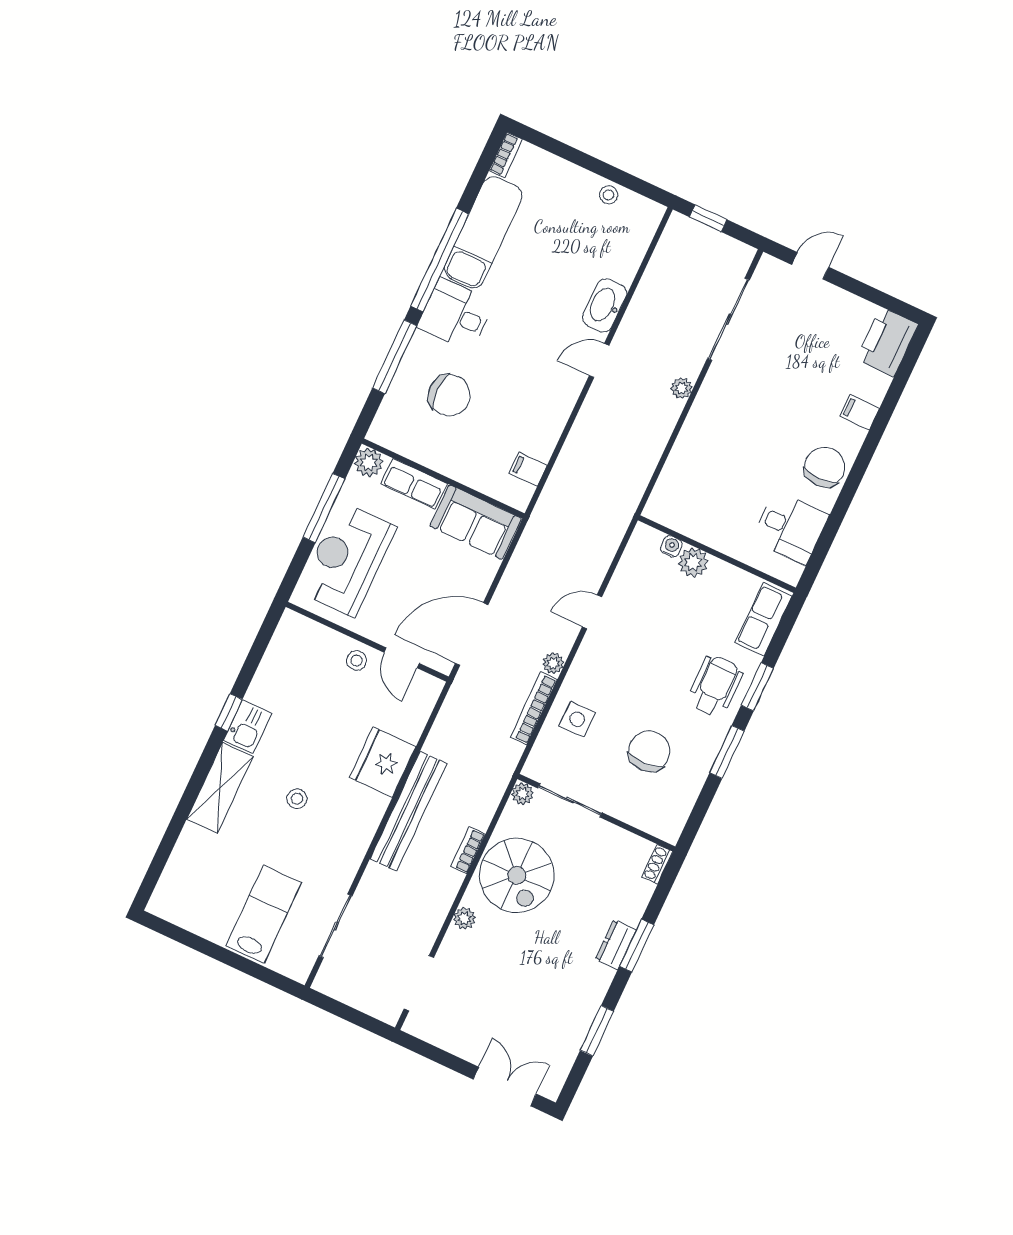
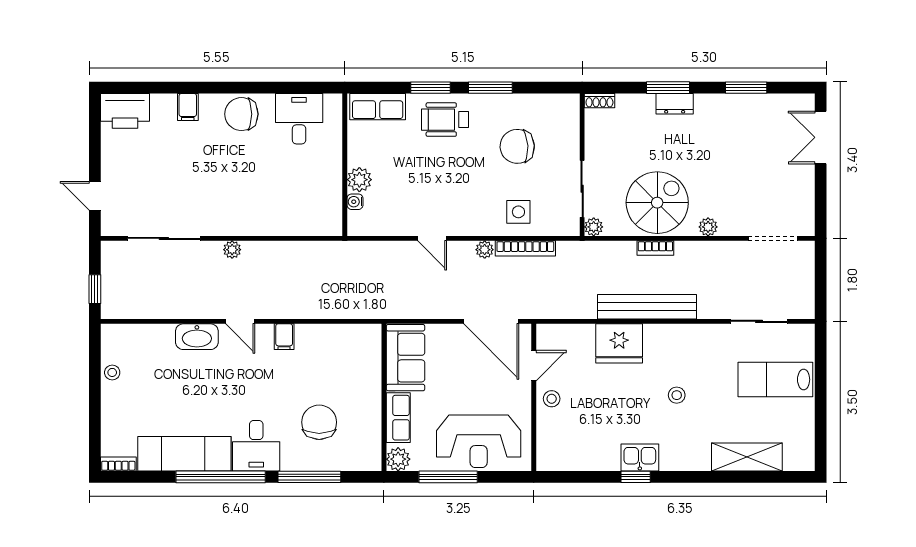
filing cabinet: (528, 469) -> (284, 337), moved
shelving: (220, 788) -> (747, 457), moved

